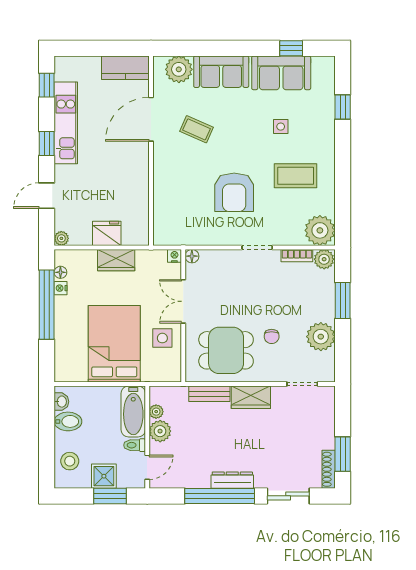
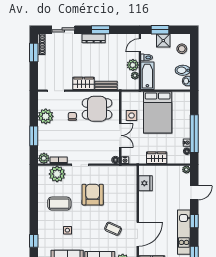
plant: (320, 230) -> (57, 174), moved
fridge: (107, 233) -> (145, 183), moved, turned -90
window: (220, 496) -> (101, 30), width x0.47

